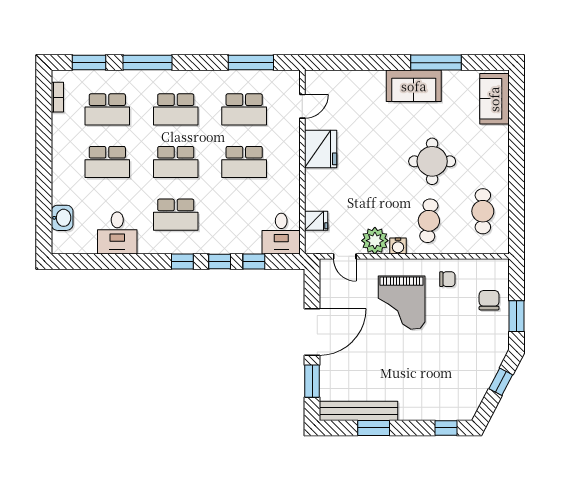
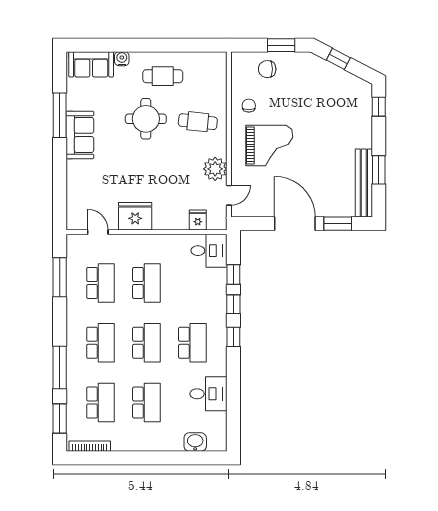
bookcase: (57, 97) -> (90, 446), width x1.56
cafe table: (483, 211) -> (163, 76), moved
water cooler: (398, 246) -> (122, 59), moved, turned -90

